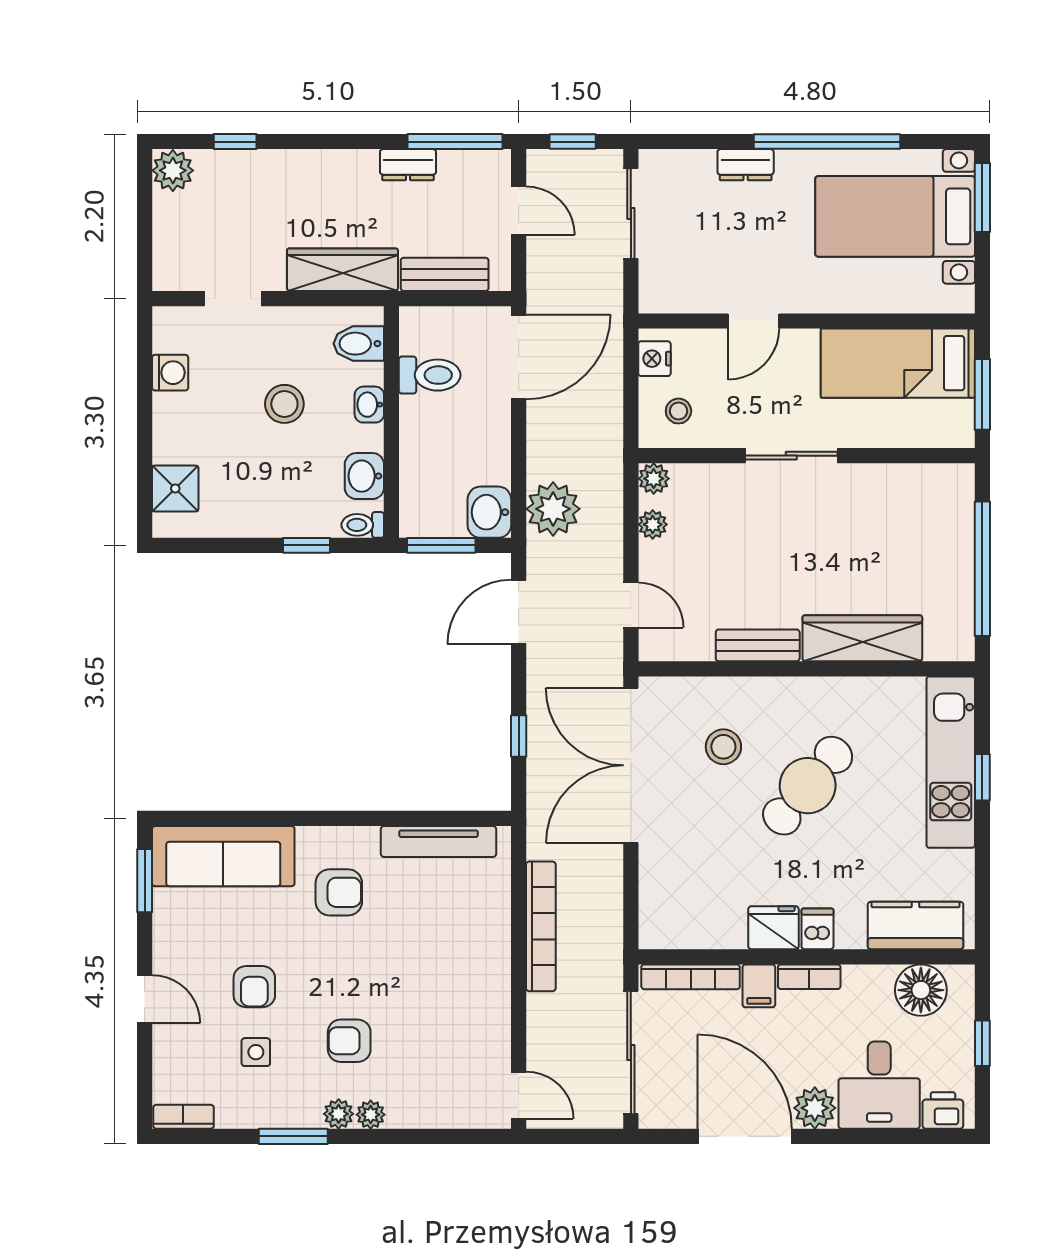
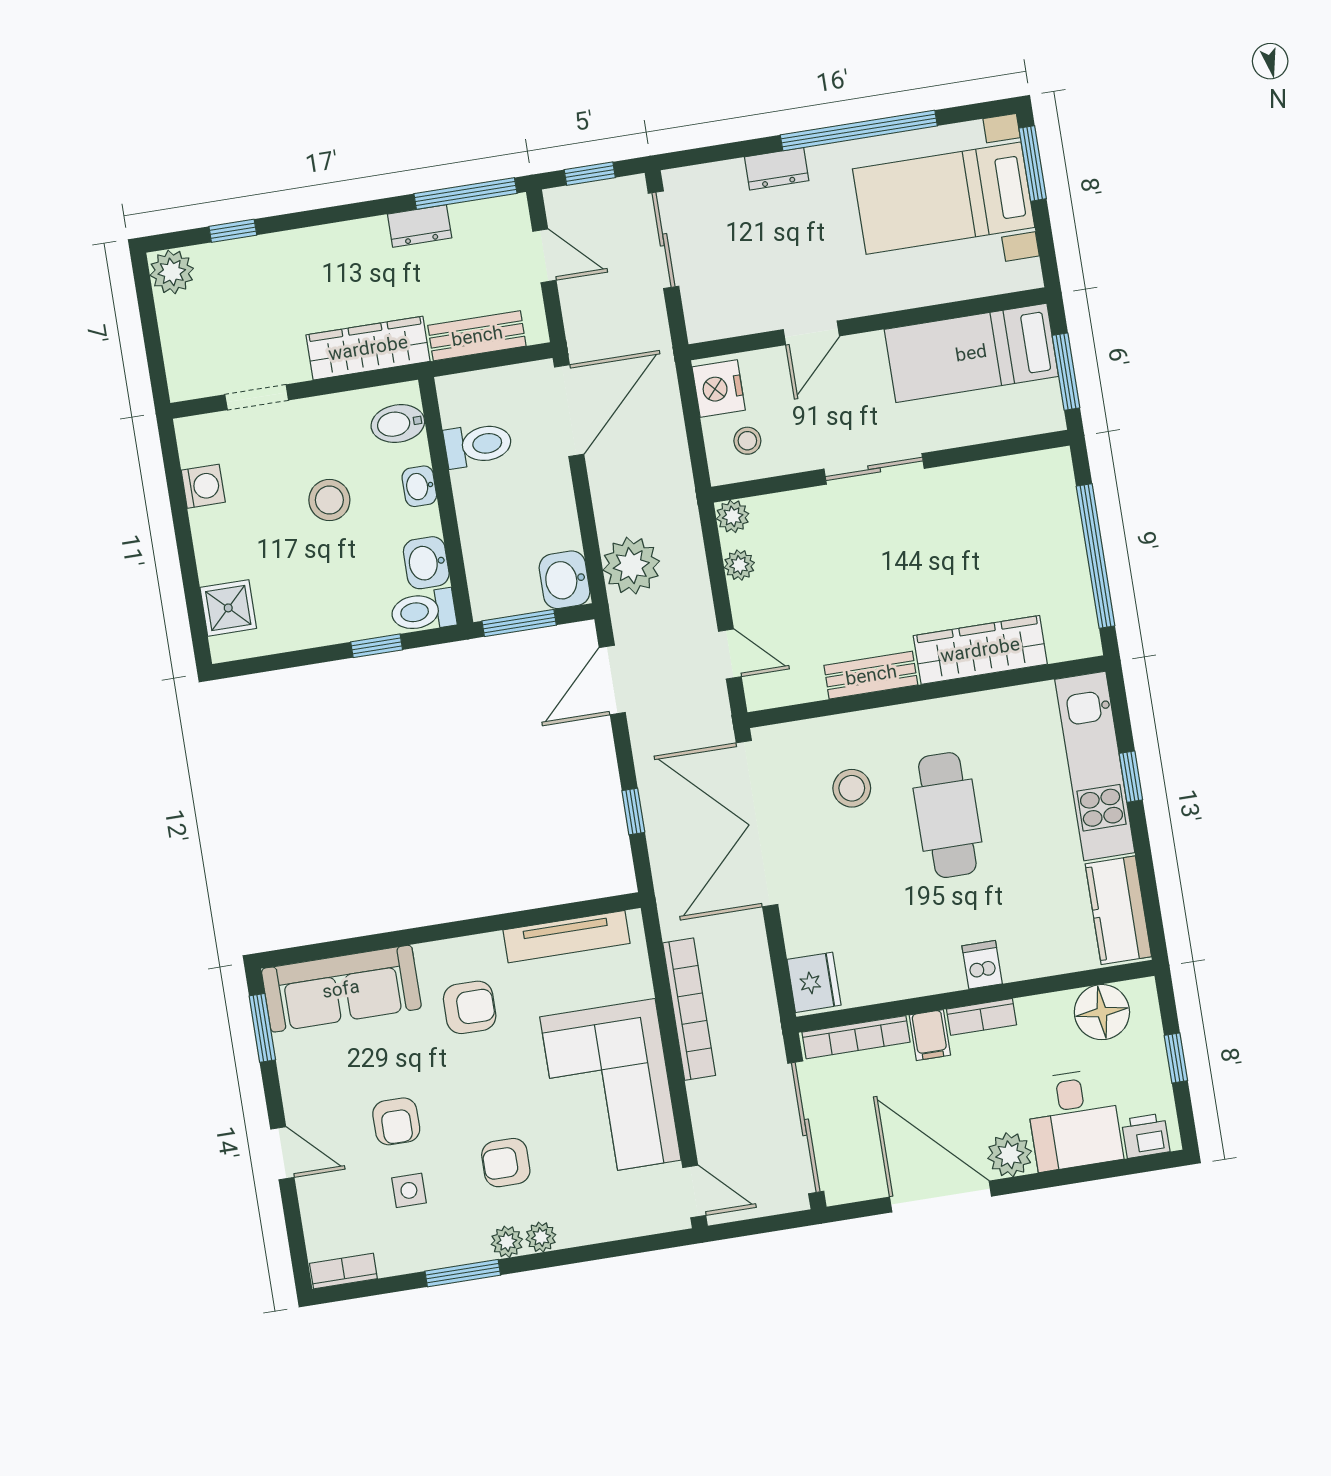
nightstand: (654, 359) -> (719, 389), width x1.36, depth x1.33
toilet: (363, 525) -> (423, 611), width x1.37, depth x1.39
cafe table: (808, 786) -> (947, 815), turned -40
kitchen counter: (916, 925) -> (1118, 910), moved, turned -90
fridge: (773, 928) -> (814, 982), moved, turned 90
corner sofa: (457, 988) -> (610, 1088), added

